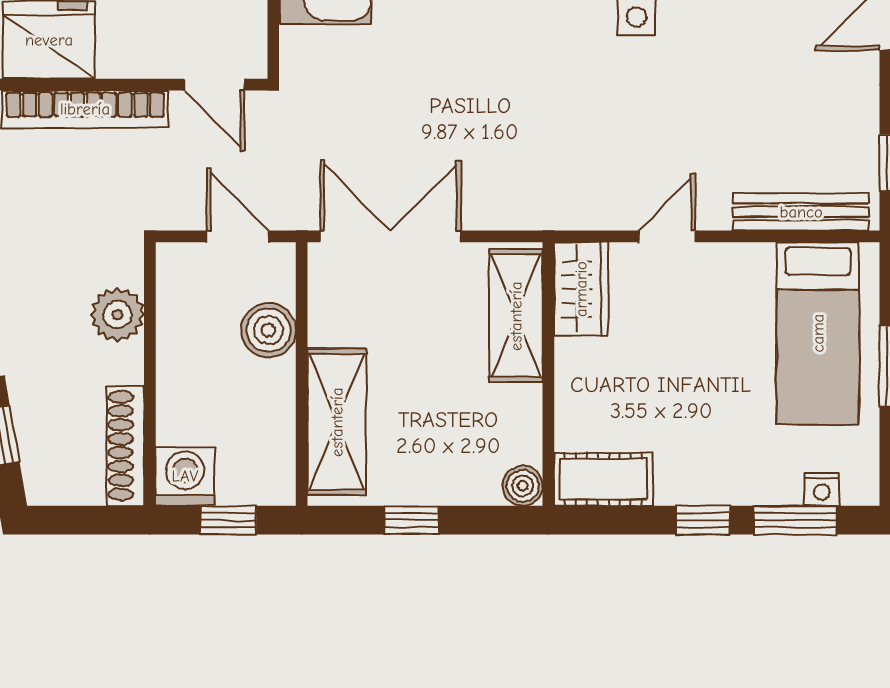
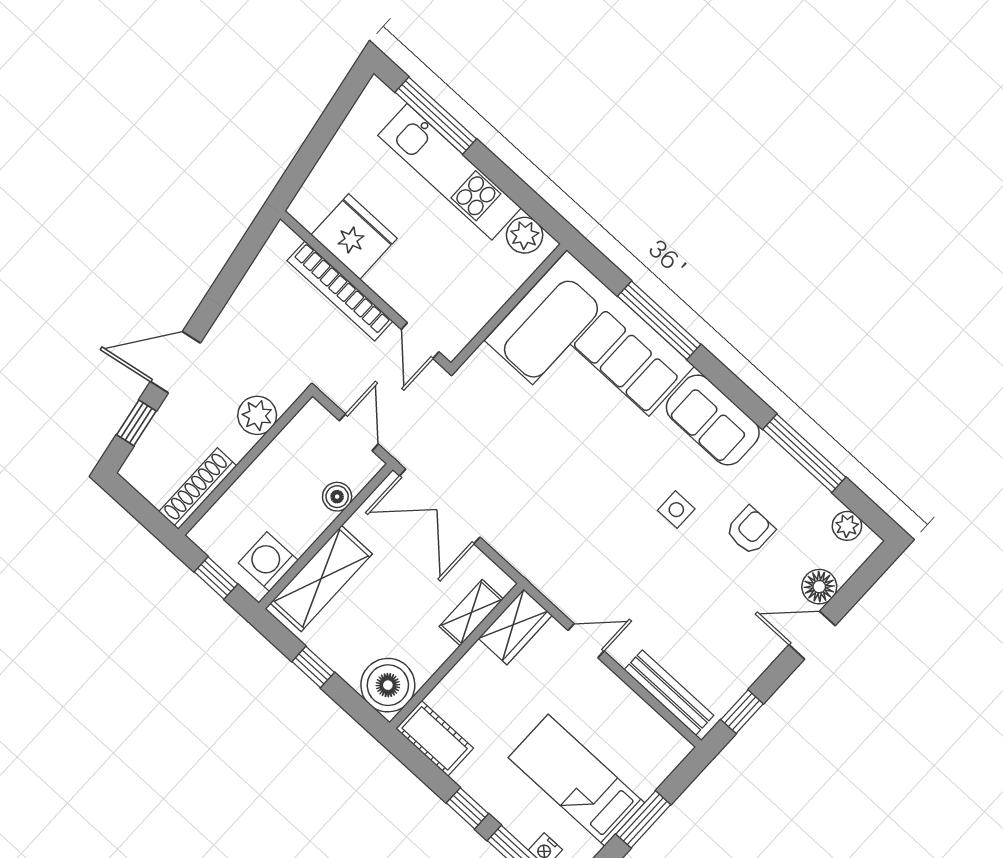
double door: (391, 236) -> (440, 507), swing flipped
shelving: (516, 316) -> (471, 613), width x0.67, depth x0.75
boiler: (269, 330) -> (337, 497), width x0.73, depth x0.73
bed: (818, 333) -> (576, 780), moved, turned 90
washing machine: (185, 476) -> (268, 562), moved, turned -90
boiler: (523, 486) -> (388, 685), width x1.86, depth x1.86

